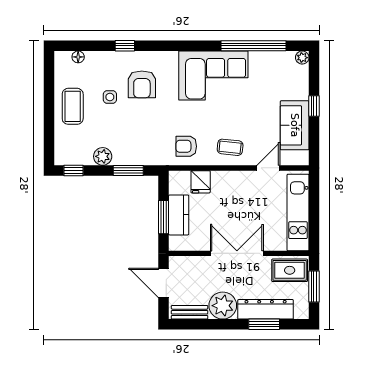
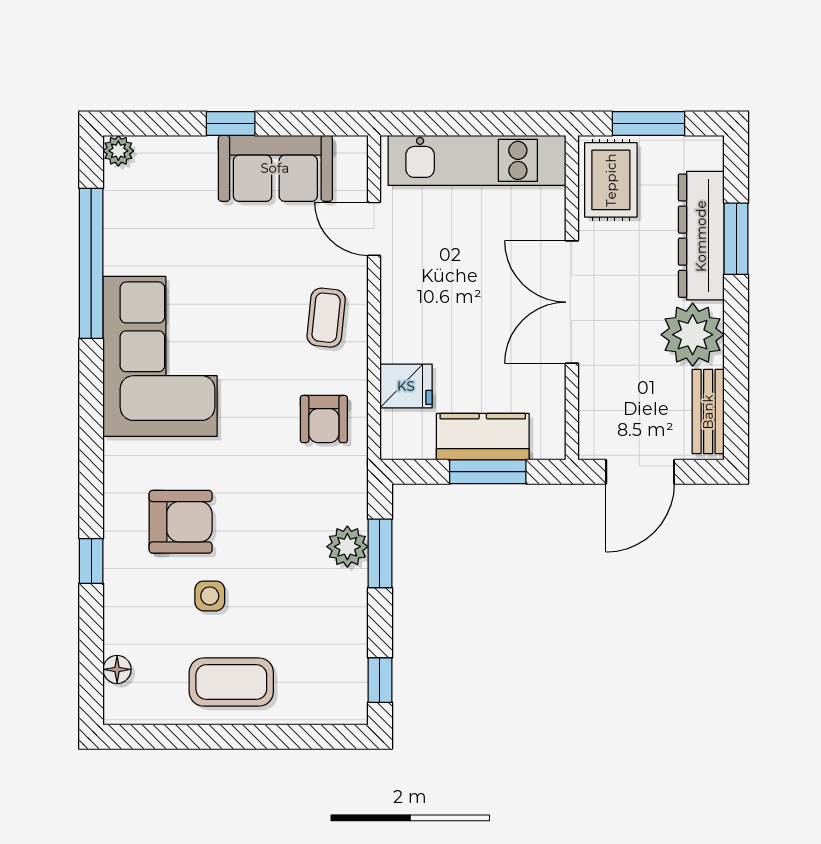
plant: (103, 156) -> (347, 547), moved

